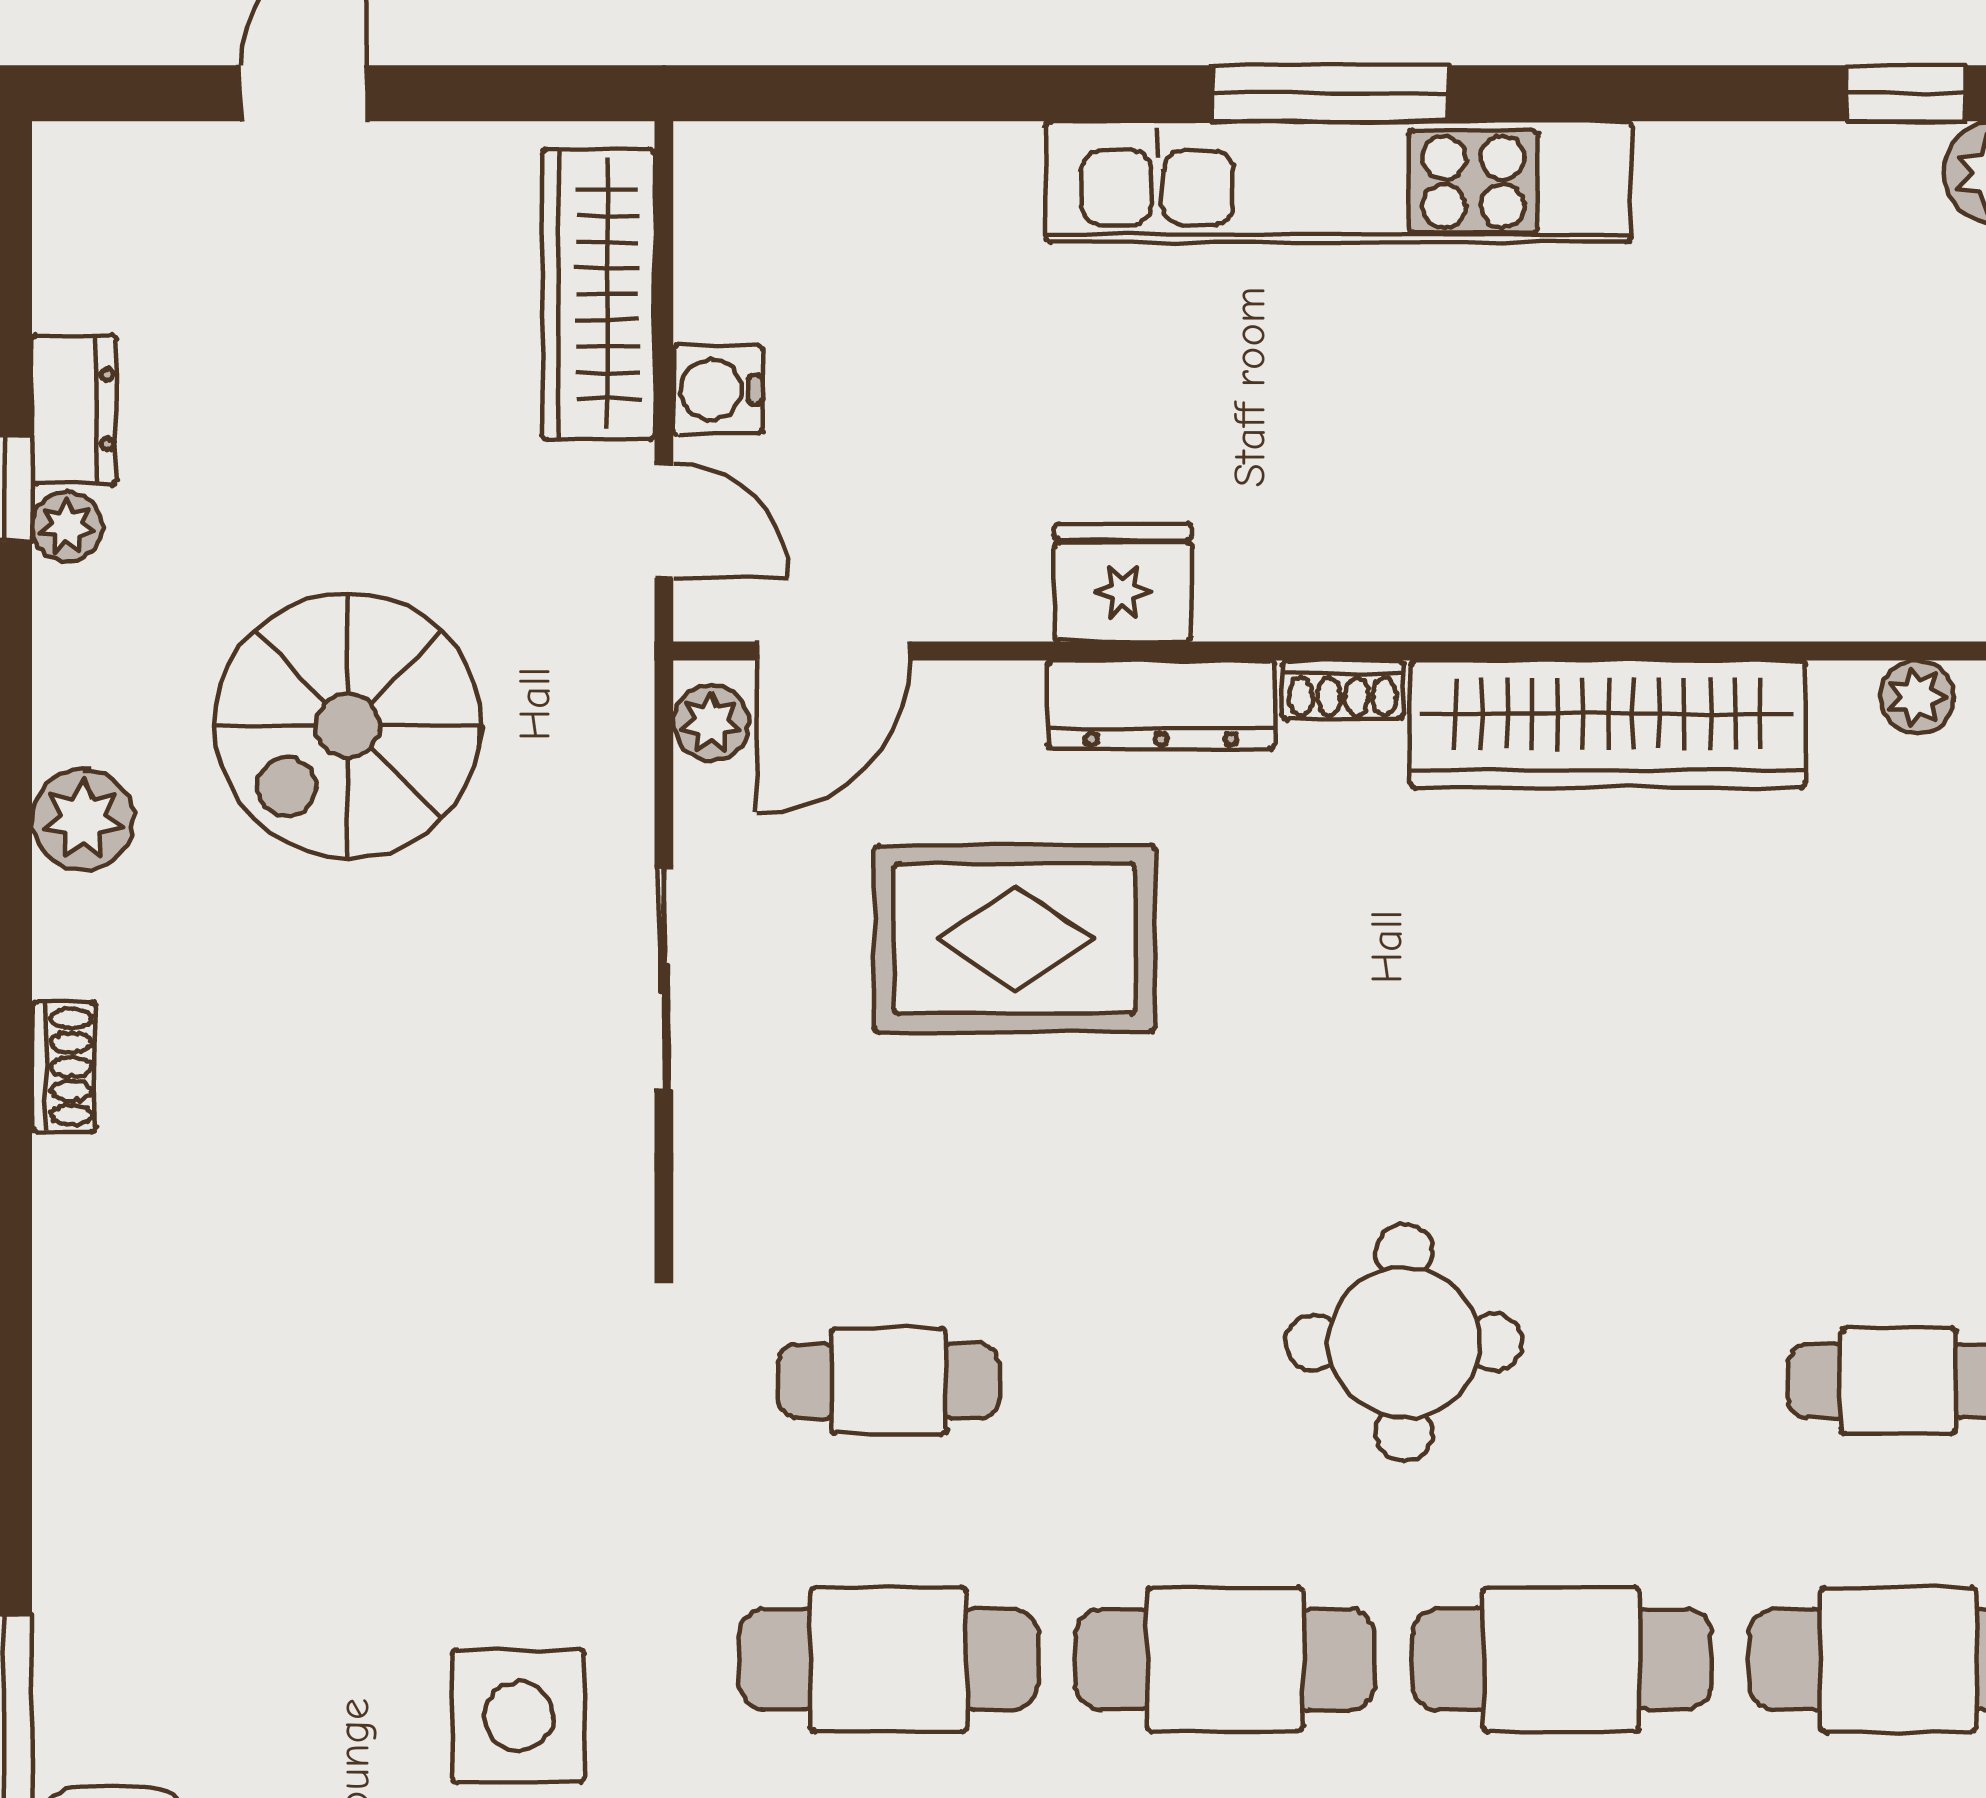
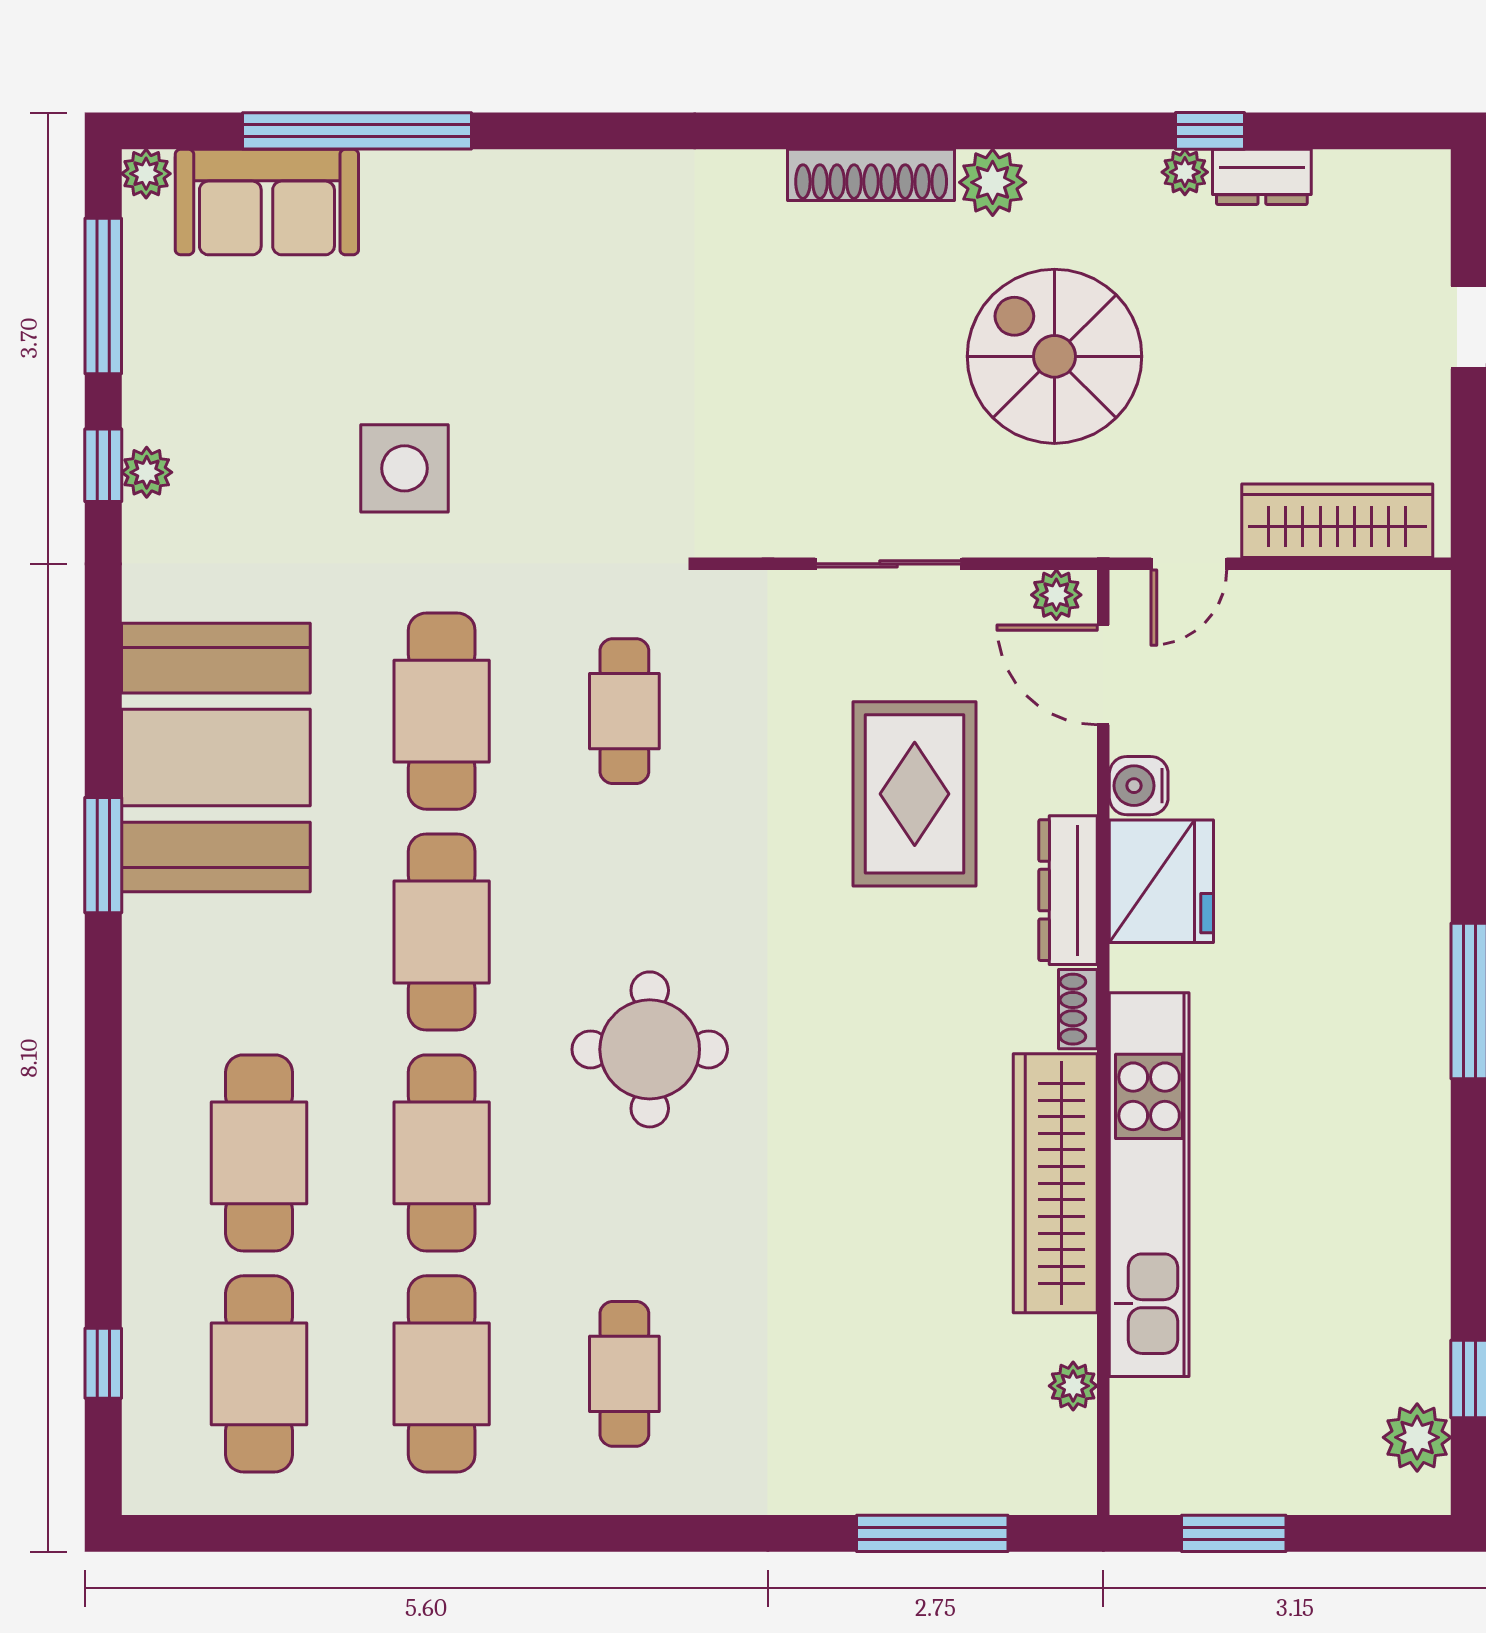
kitchen unit: (1339, 182) -> (1149, 1185), moved, turned 180
water cooler: (718, 390) -> (1139, 786), moved, turned -90
fridge: (1123, 582) -> (1161, 881), width x1.36, depth x1.34
shoe rack: (64, 1067) -> (871, 175), width x1.94, depth x1.24

